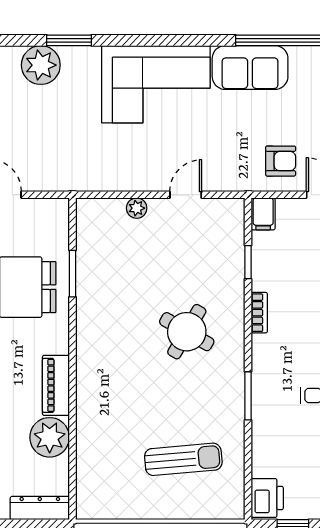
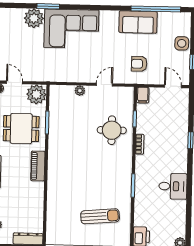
corner sofa: (156, 84) -> (71, 29), moved
armchair: (281, 161) -> (139, 64), moved, turned 180
round table: (187, 332) -> (112, 130), moved, turned -30
piano: (56, 385) -> (38, 166), moved
plant: (50, 437) -> (36, 94), moved

